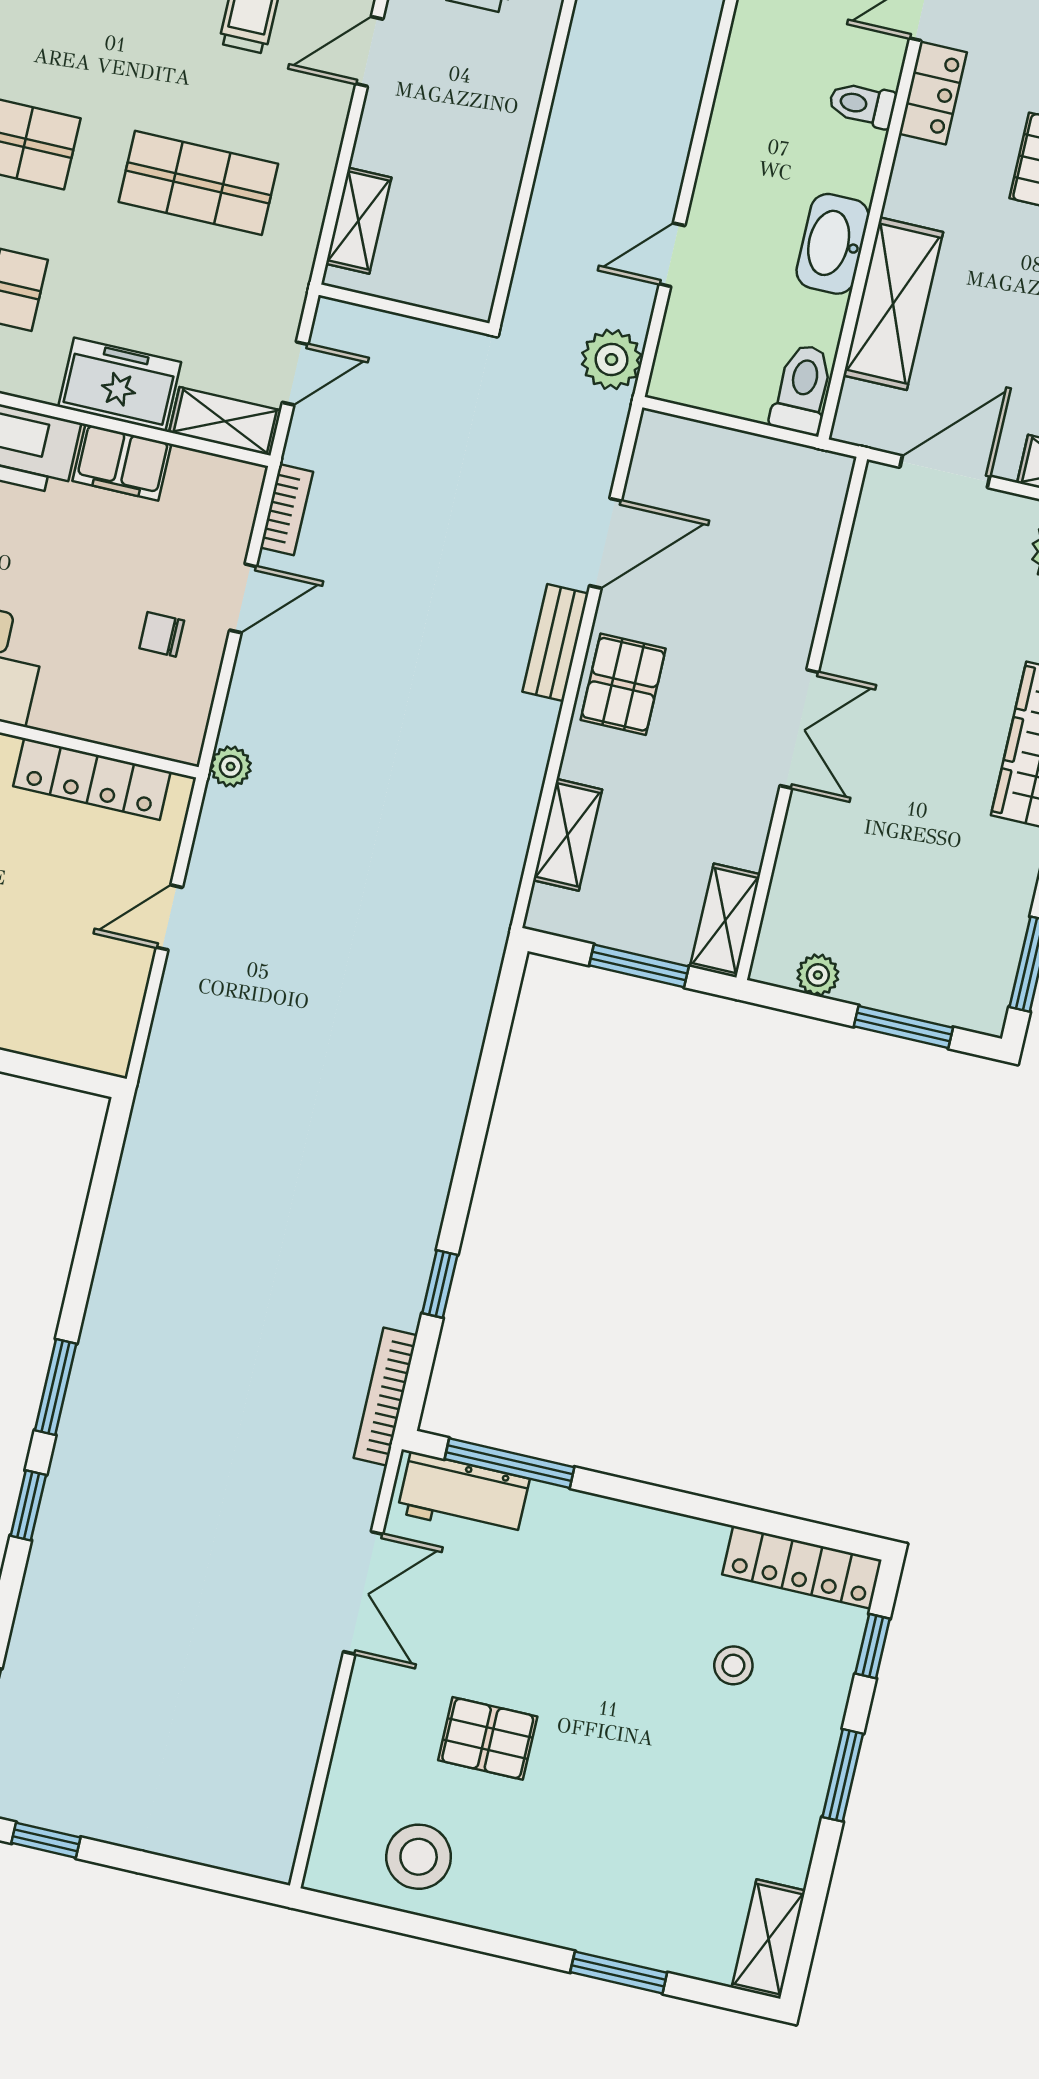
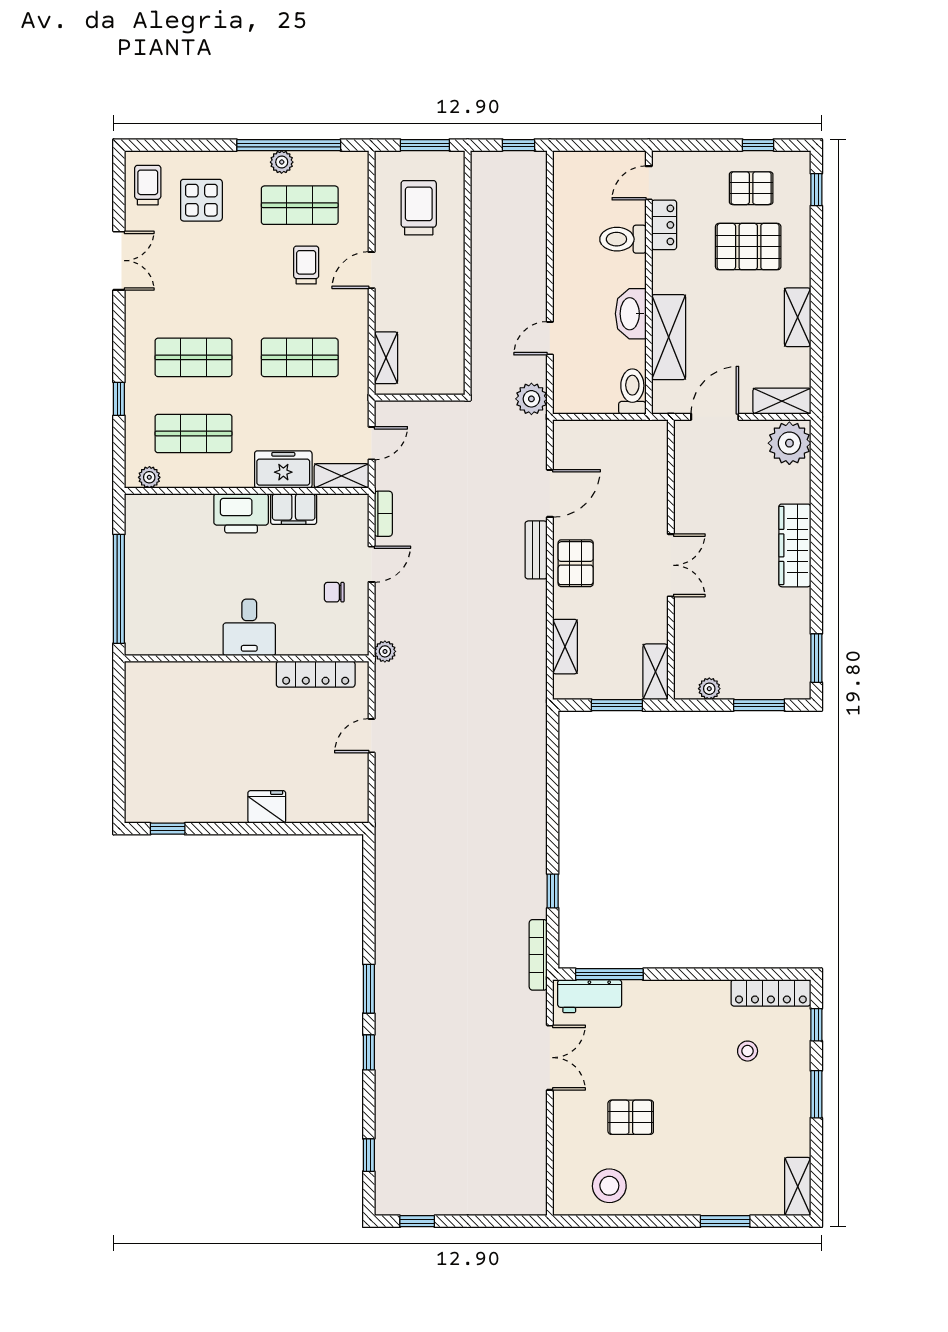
toilet: (862, 105) -> (623, 239), width x1.37, depth x1.39

